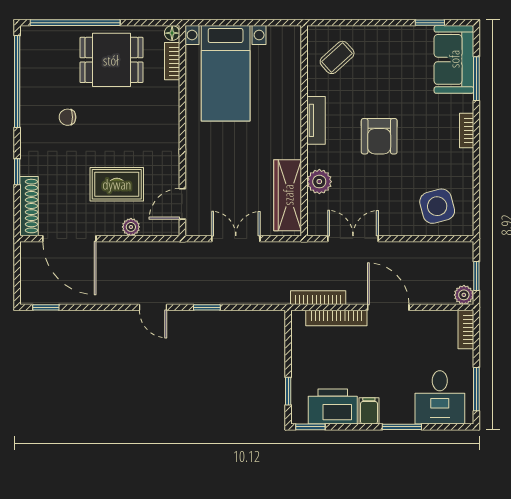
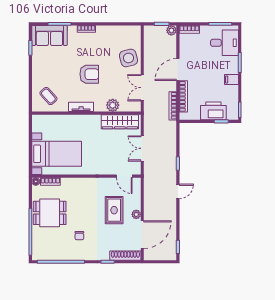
dining table: (111, 60) -> (50, 213), turned 90
side table: (437, 206) -> (129, 58), moved
plant: (131, 227) -> (136, 214), moved
printer: (333, 407) -> (213, 111), moved, turned 90

